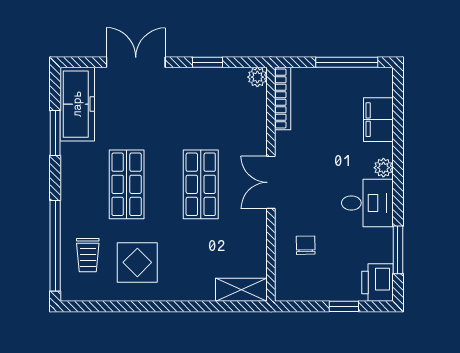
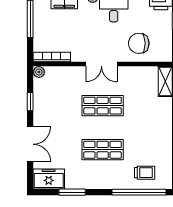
double door: (136, 62) -> (30, 144), swing flipped
freezer: (77, 104) -> (49, 179), width x0.71
chair: (306, 245) -> (139, 43), width x1.87, depth x1.87
display table: (137, 262) -> (149, 143), removed

